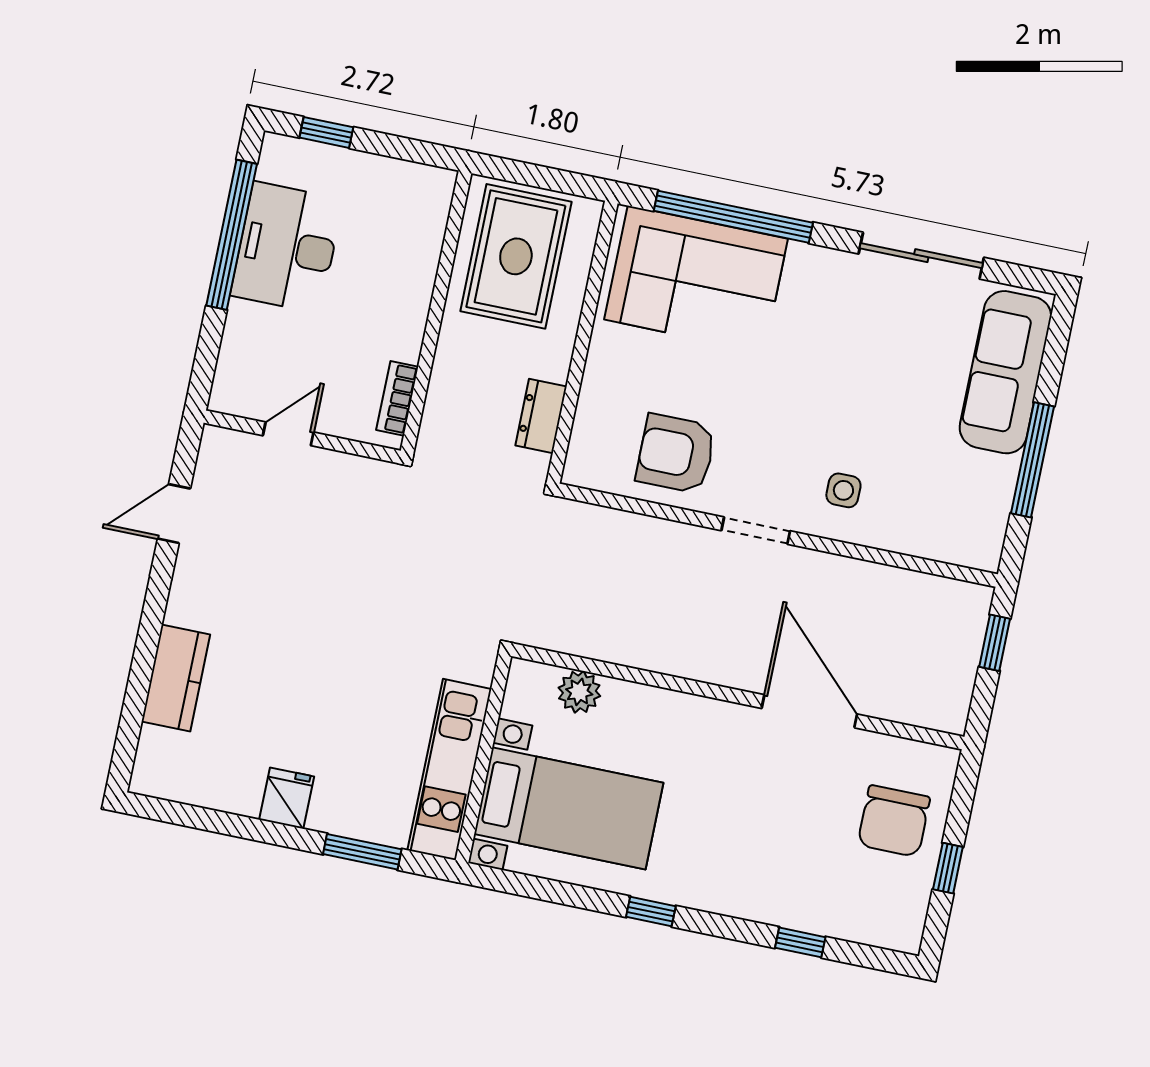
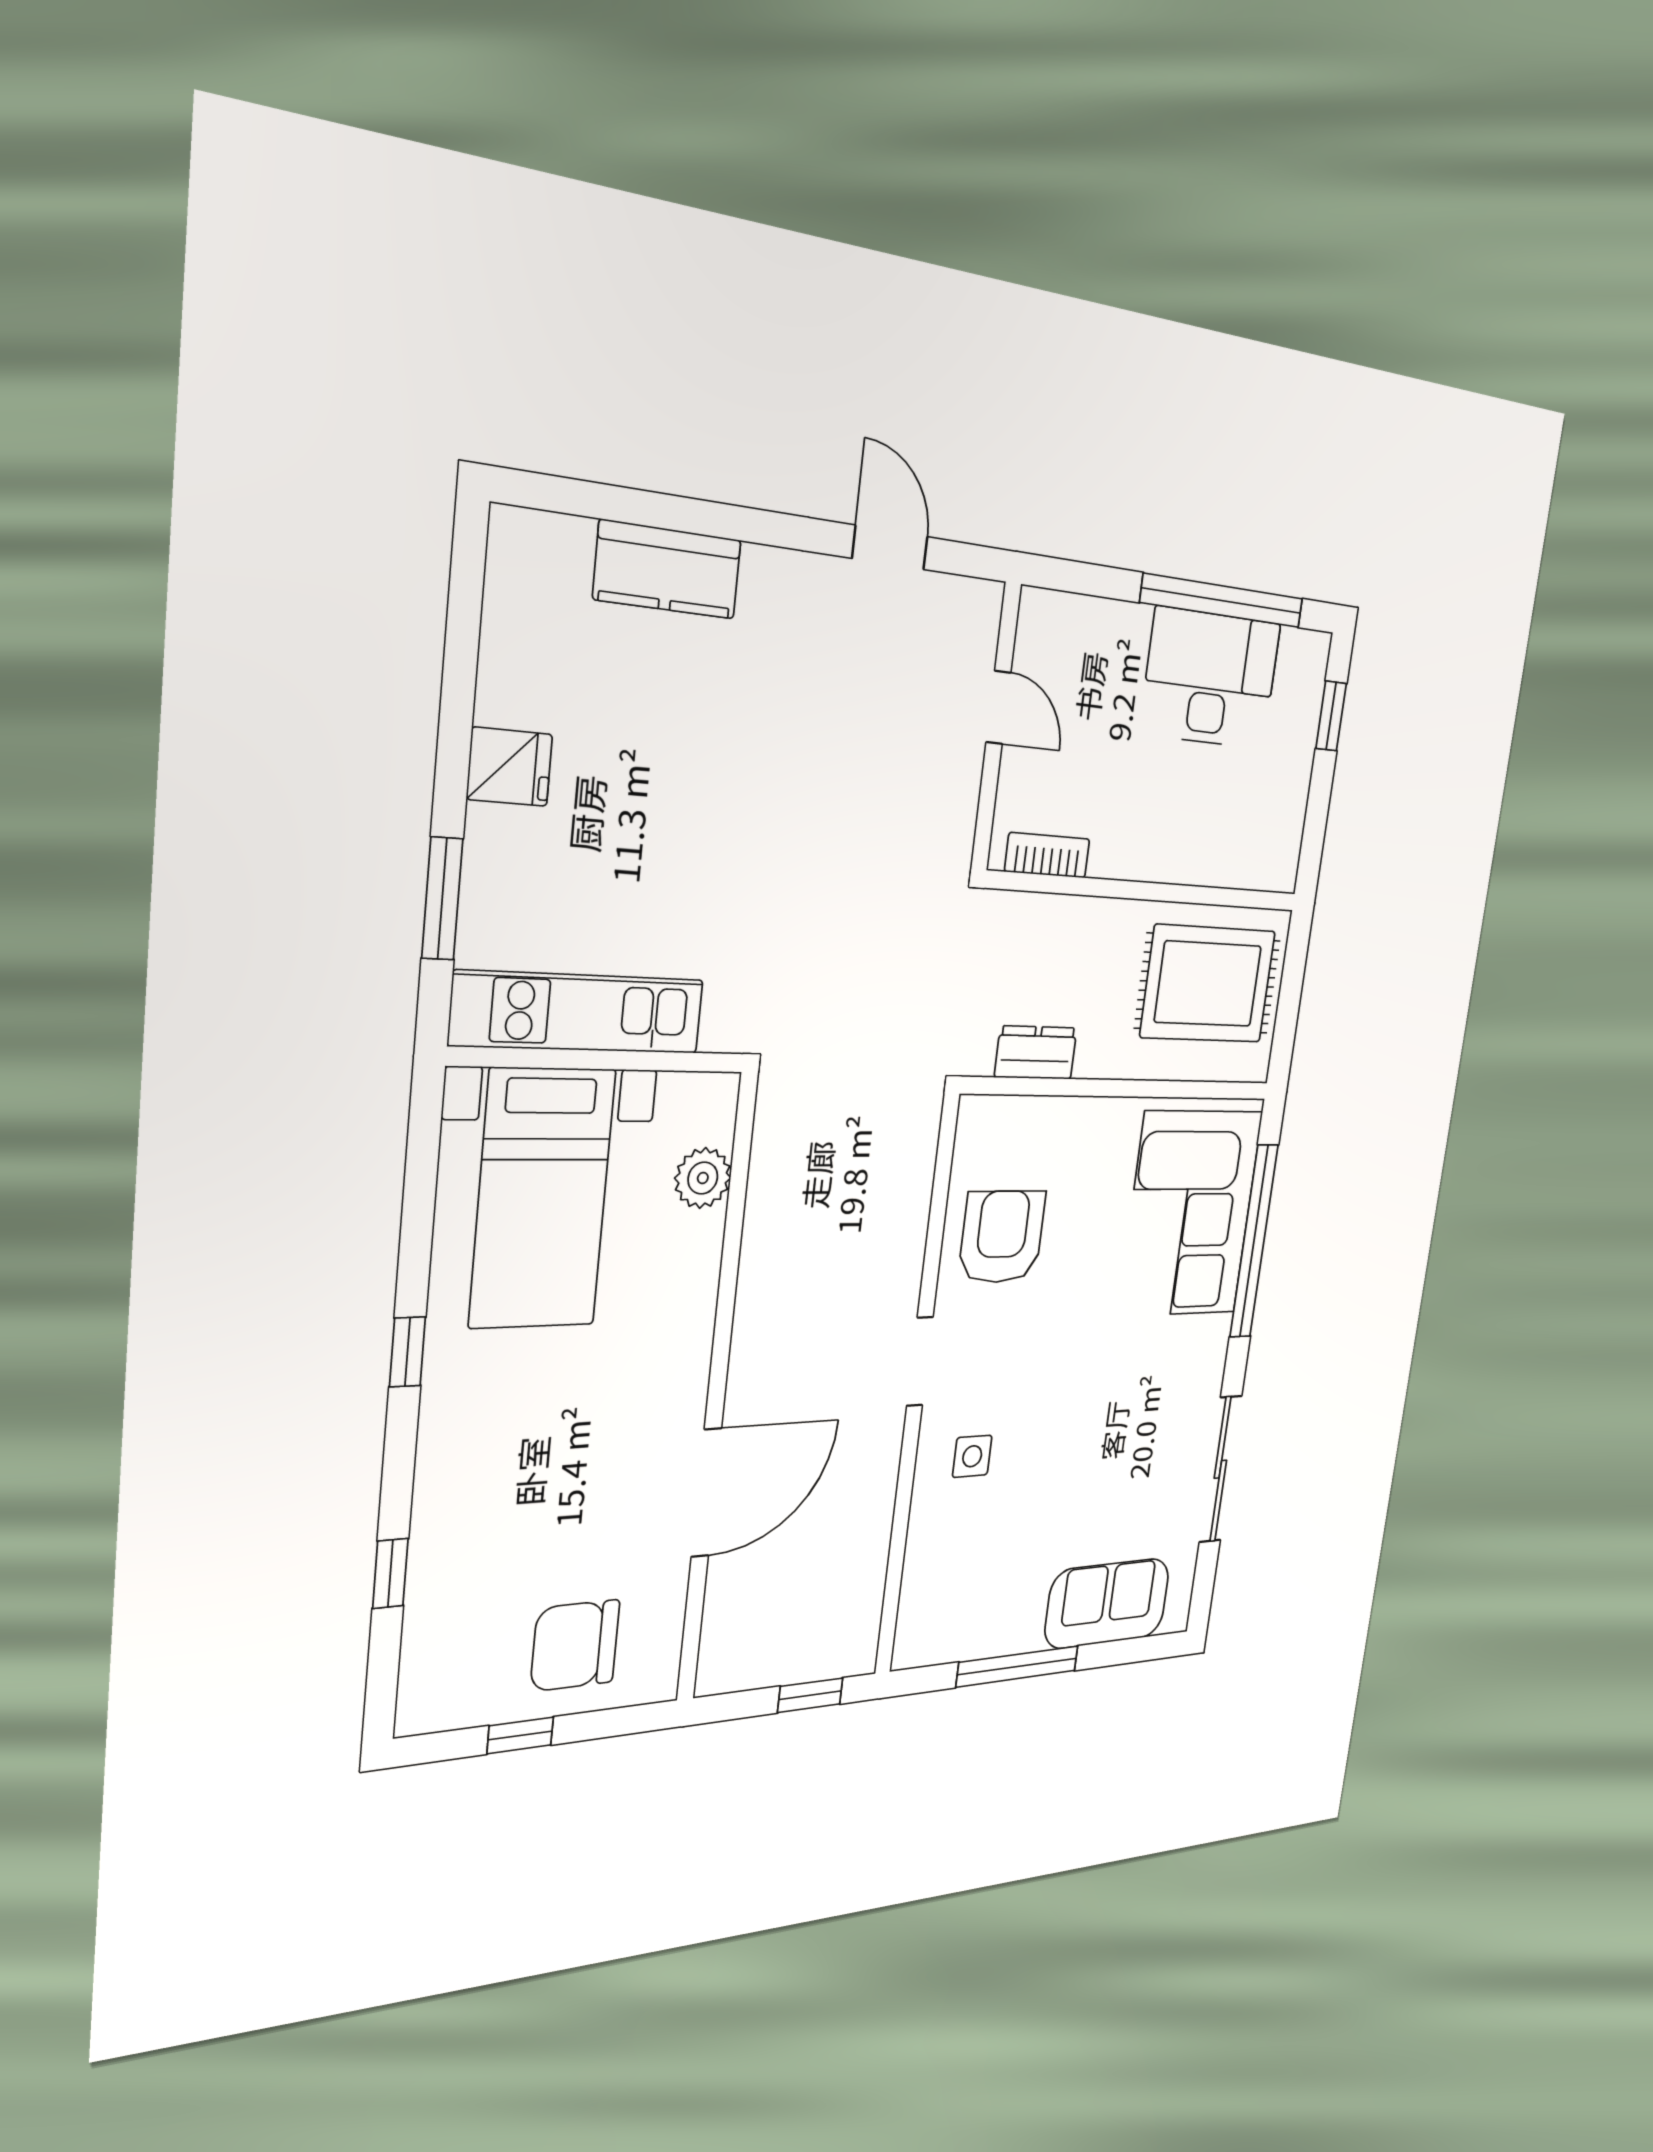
sofa: (1005, 372) -> (1107, 1603), width x0.73

